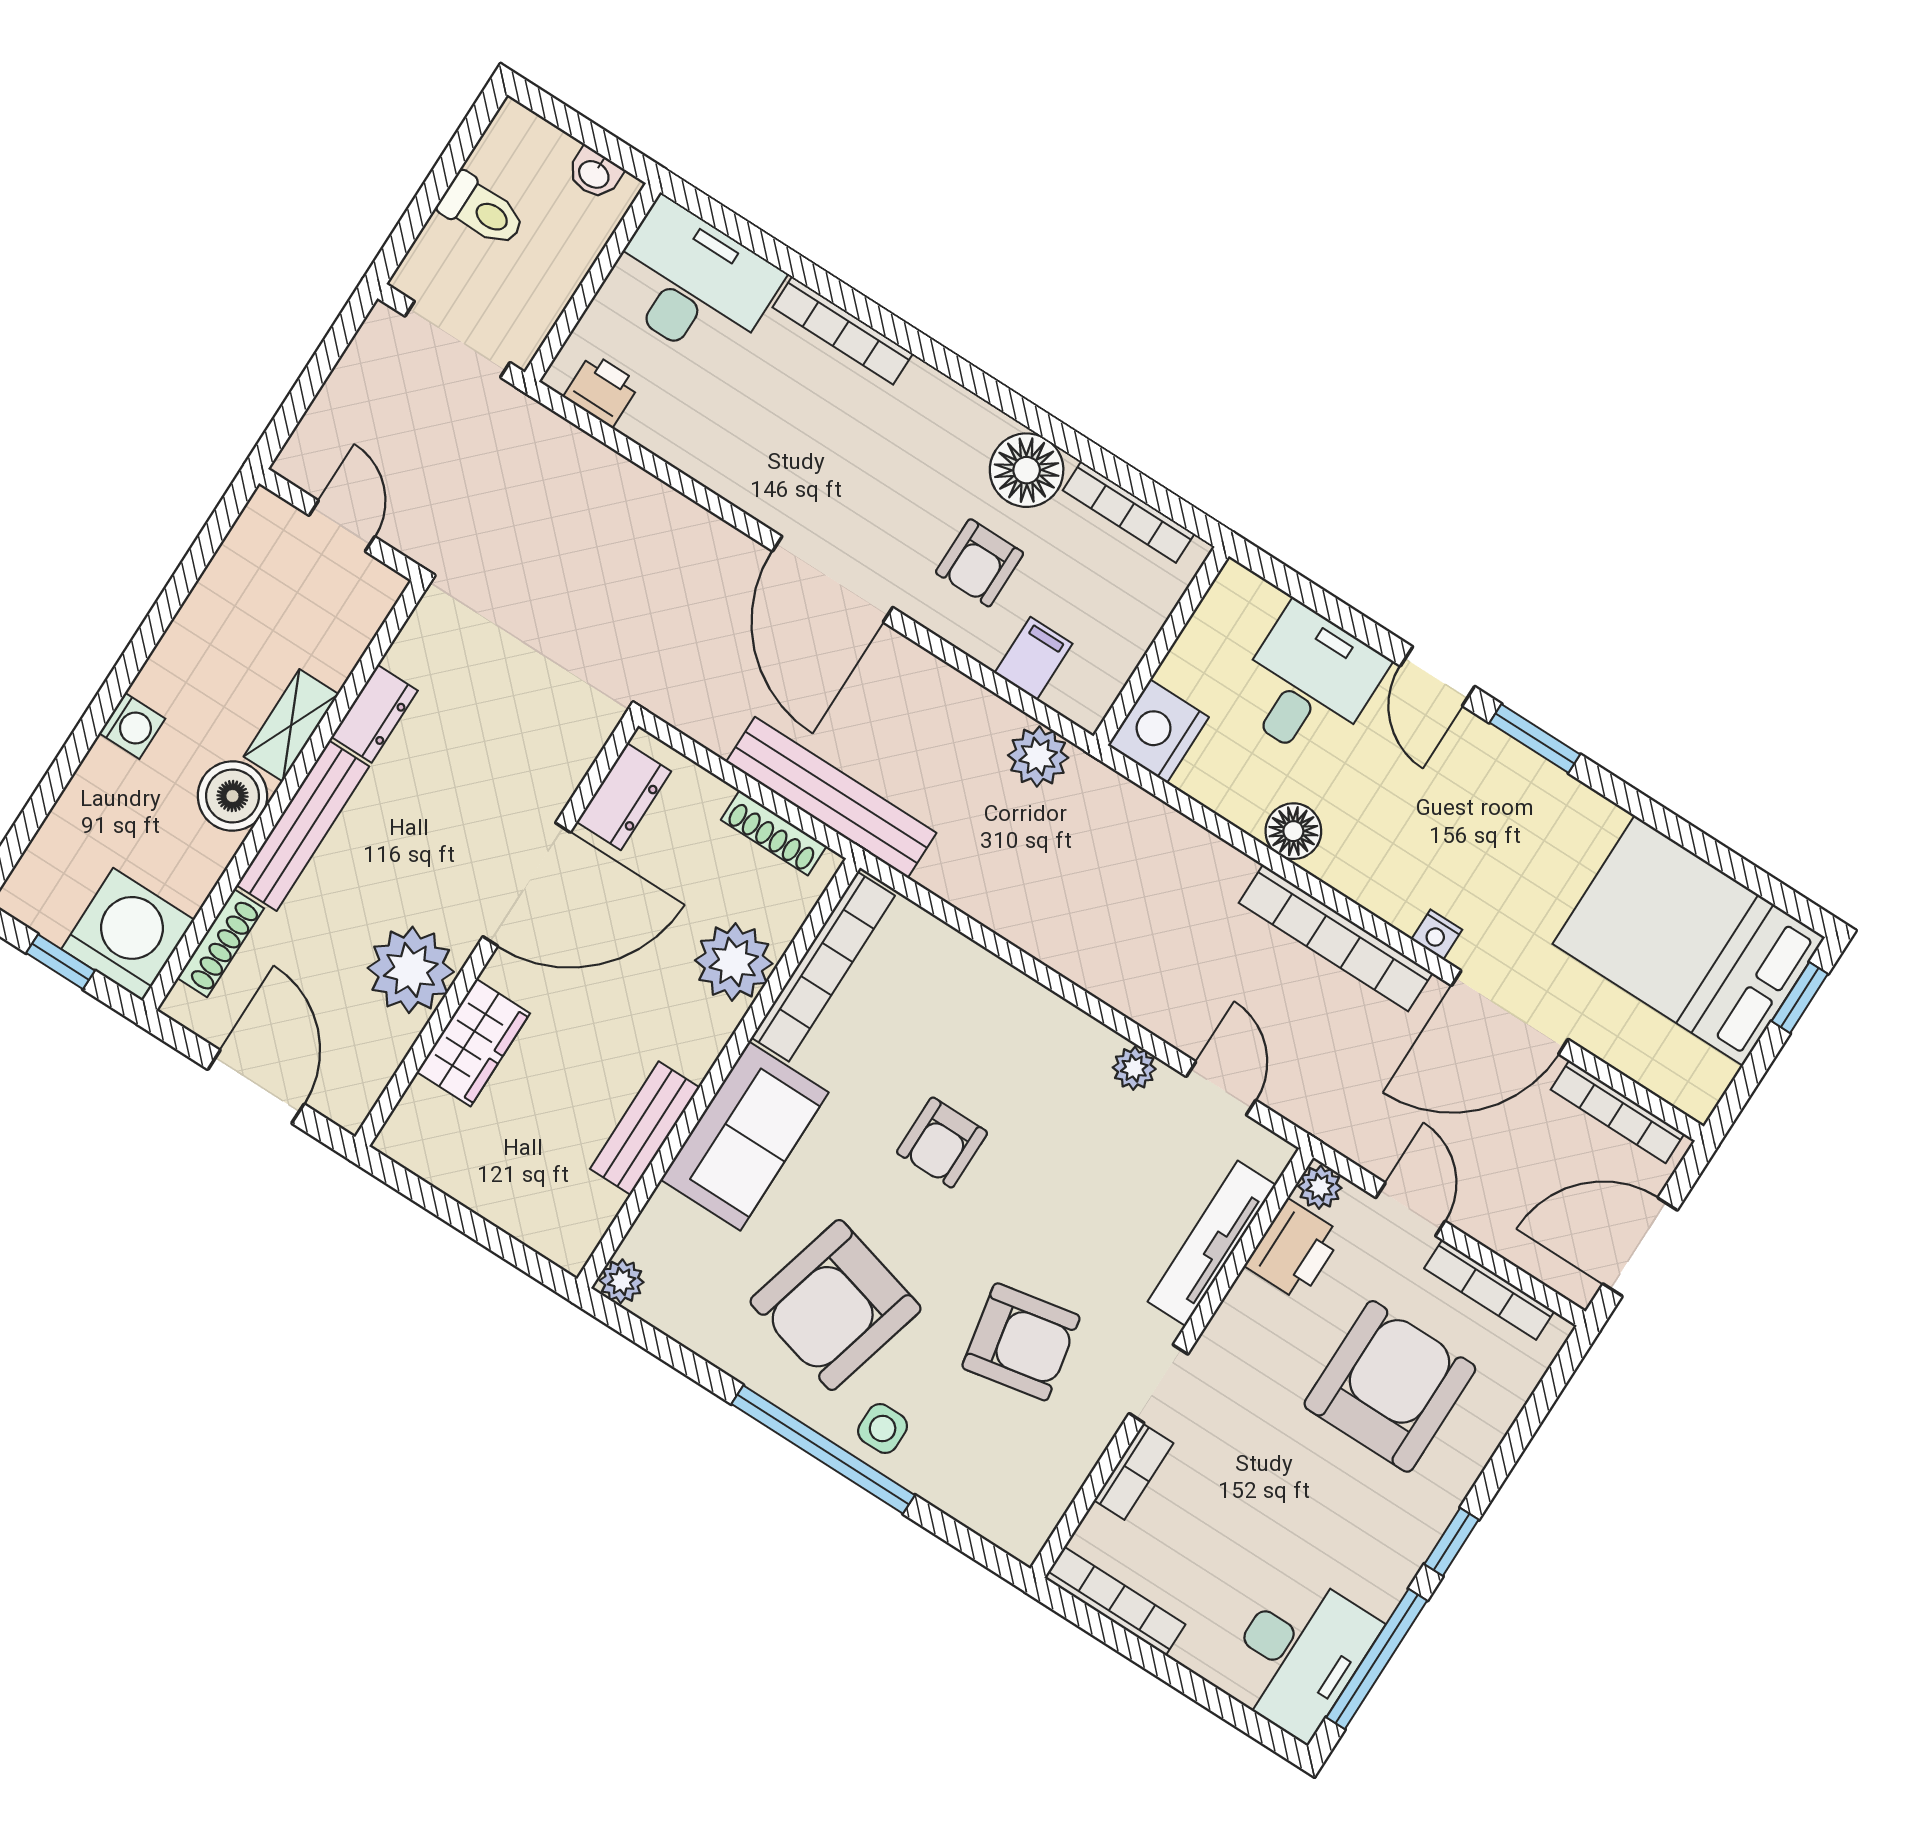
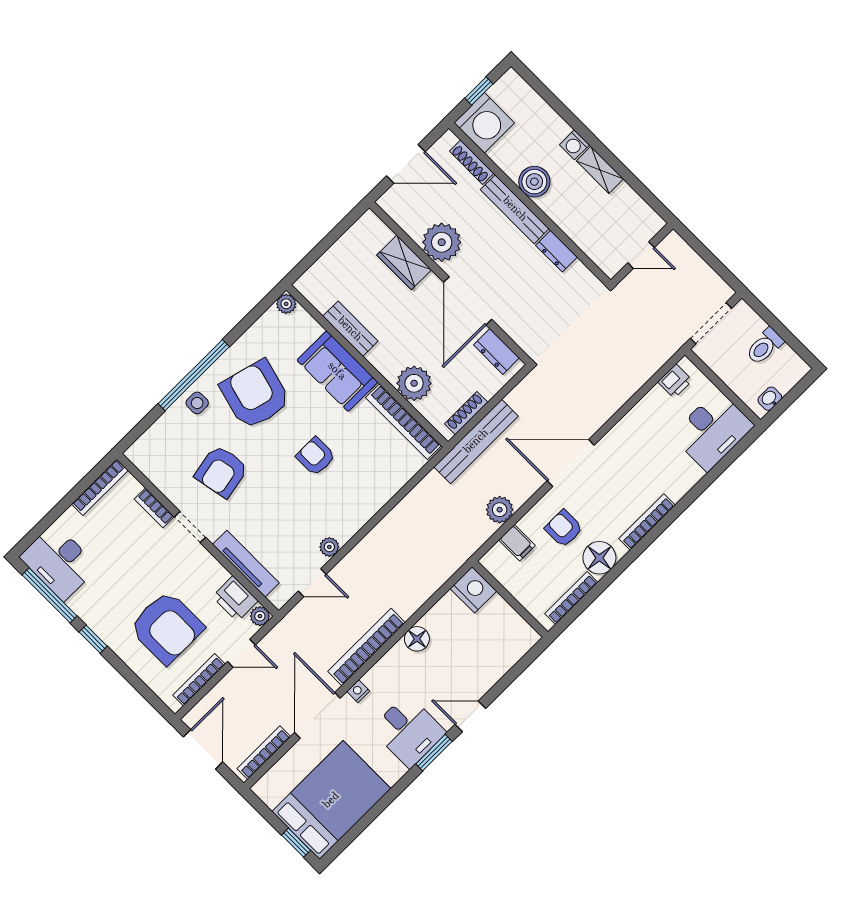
bookcase: (843, 331) -> (647, 522), moved
desk: (1308, 683) -> (408, 731), moved
shelving: (291, 725) -> (600, 170), moved
plant: (1038, 756) -> (500, 510), moved

